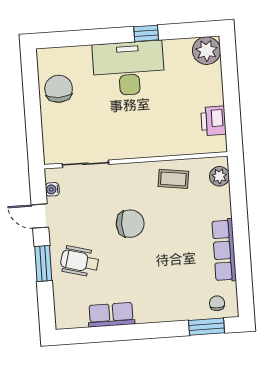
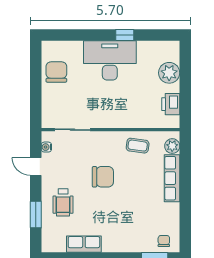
plant: (206, 51) -> (169, 73), moved
row of seats: (224, 250) -> (172, 178), moved
wheelchair: (80, 261) -> (63, 202), turned -105
window: (43, 263) -> (36, 215), moved

